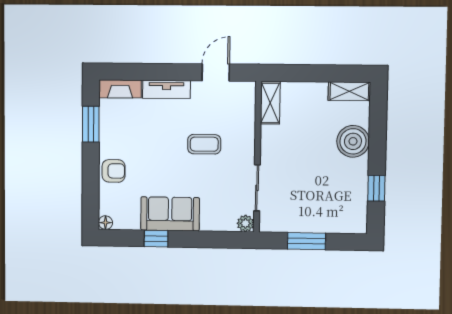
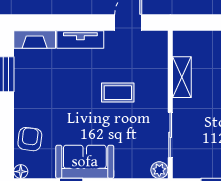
shelving: (270, 103) -> (182, 77), moved
armchair: (114, 171) -> (30, 139), moved, turned -83

